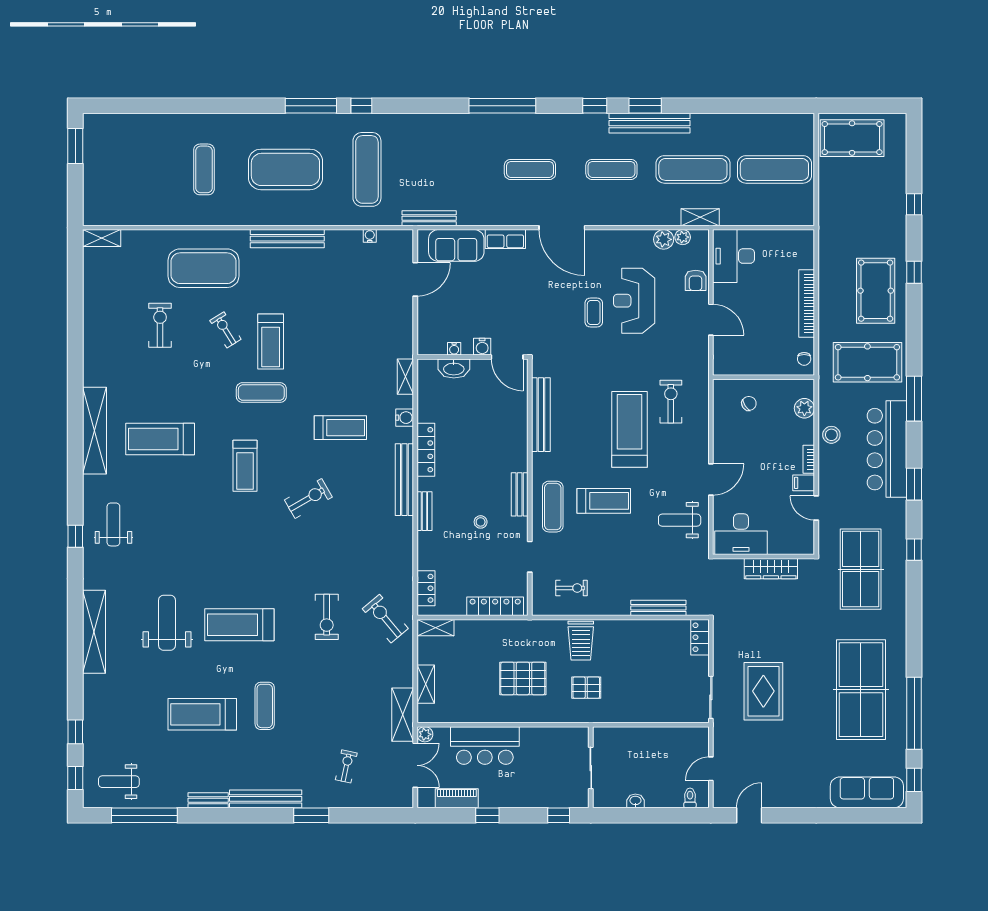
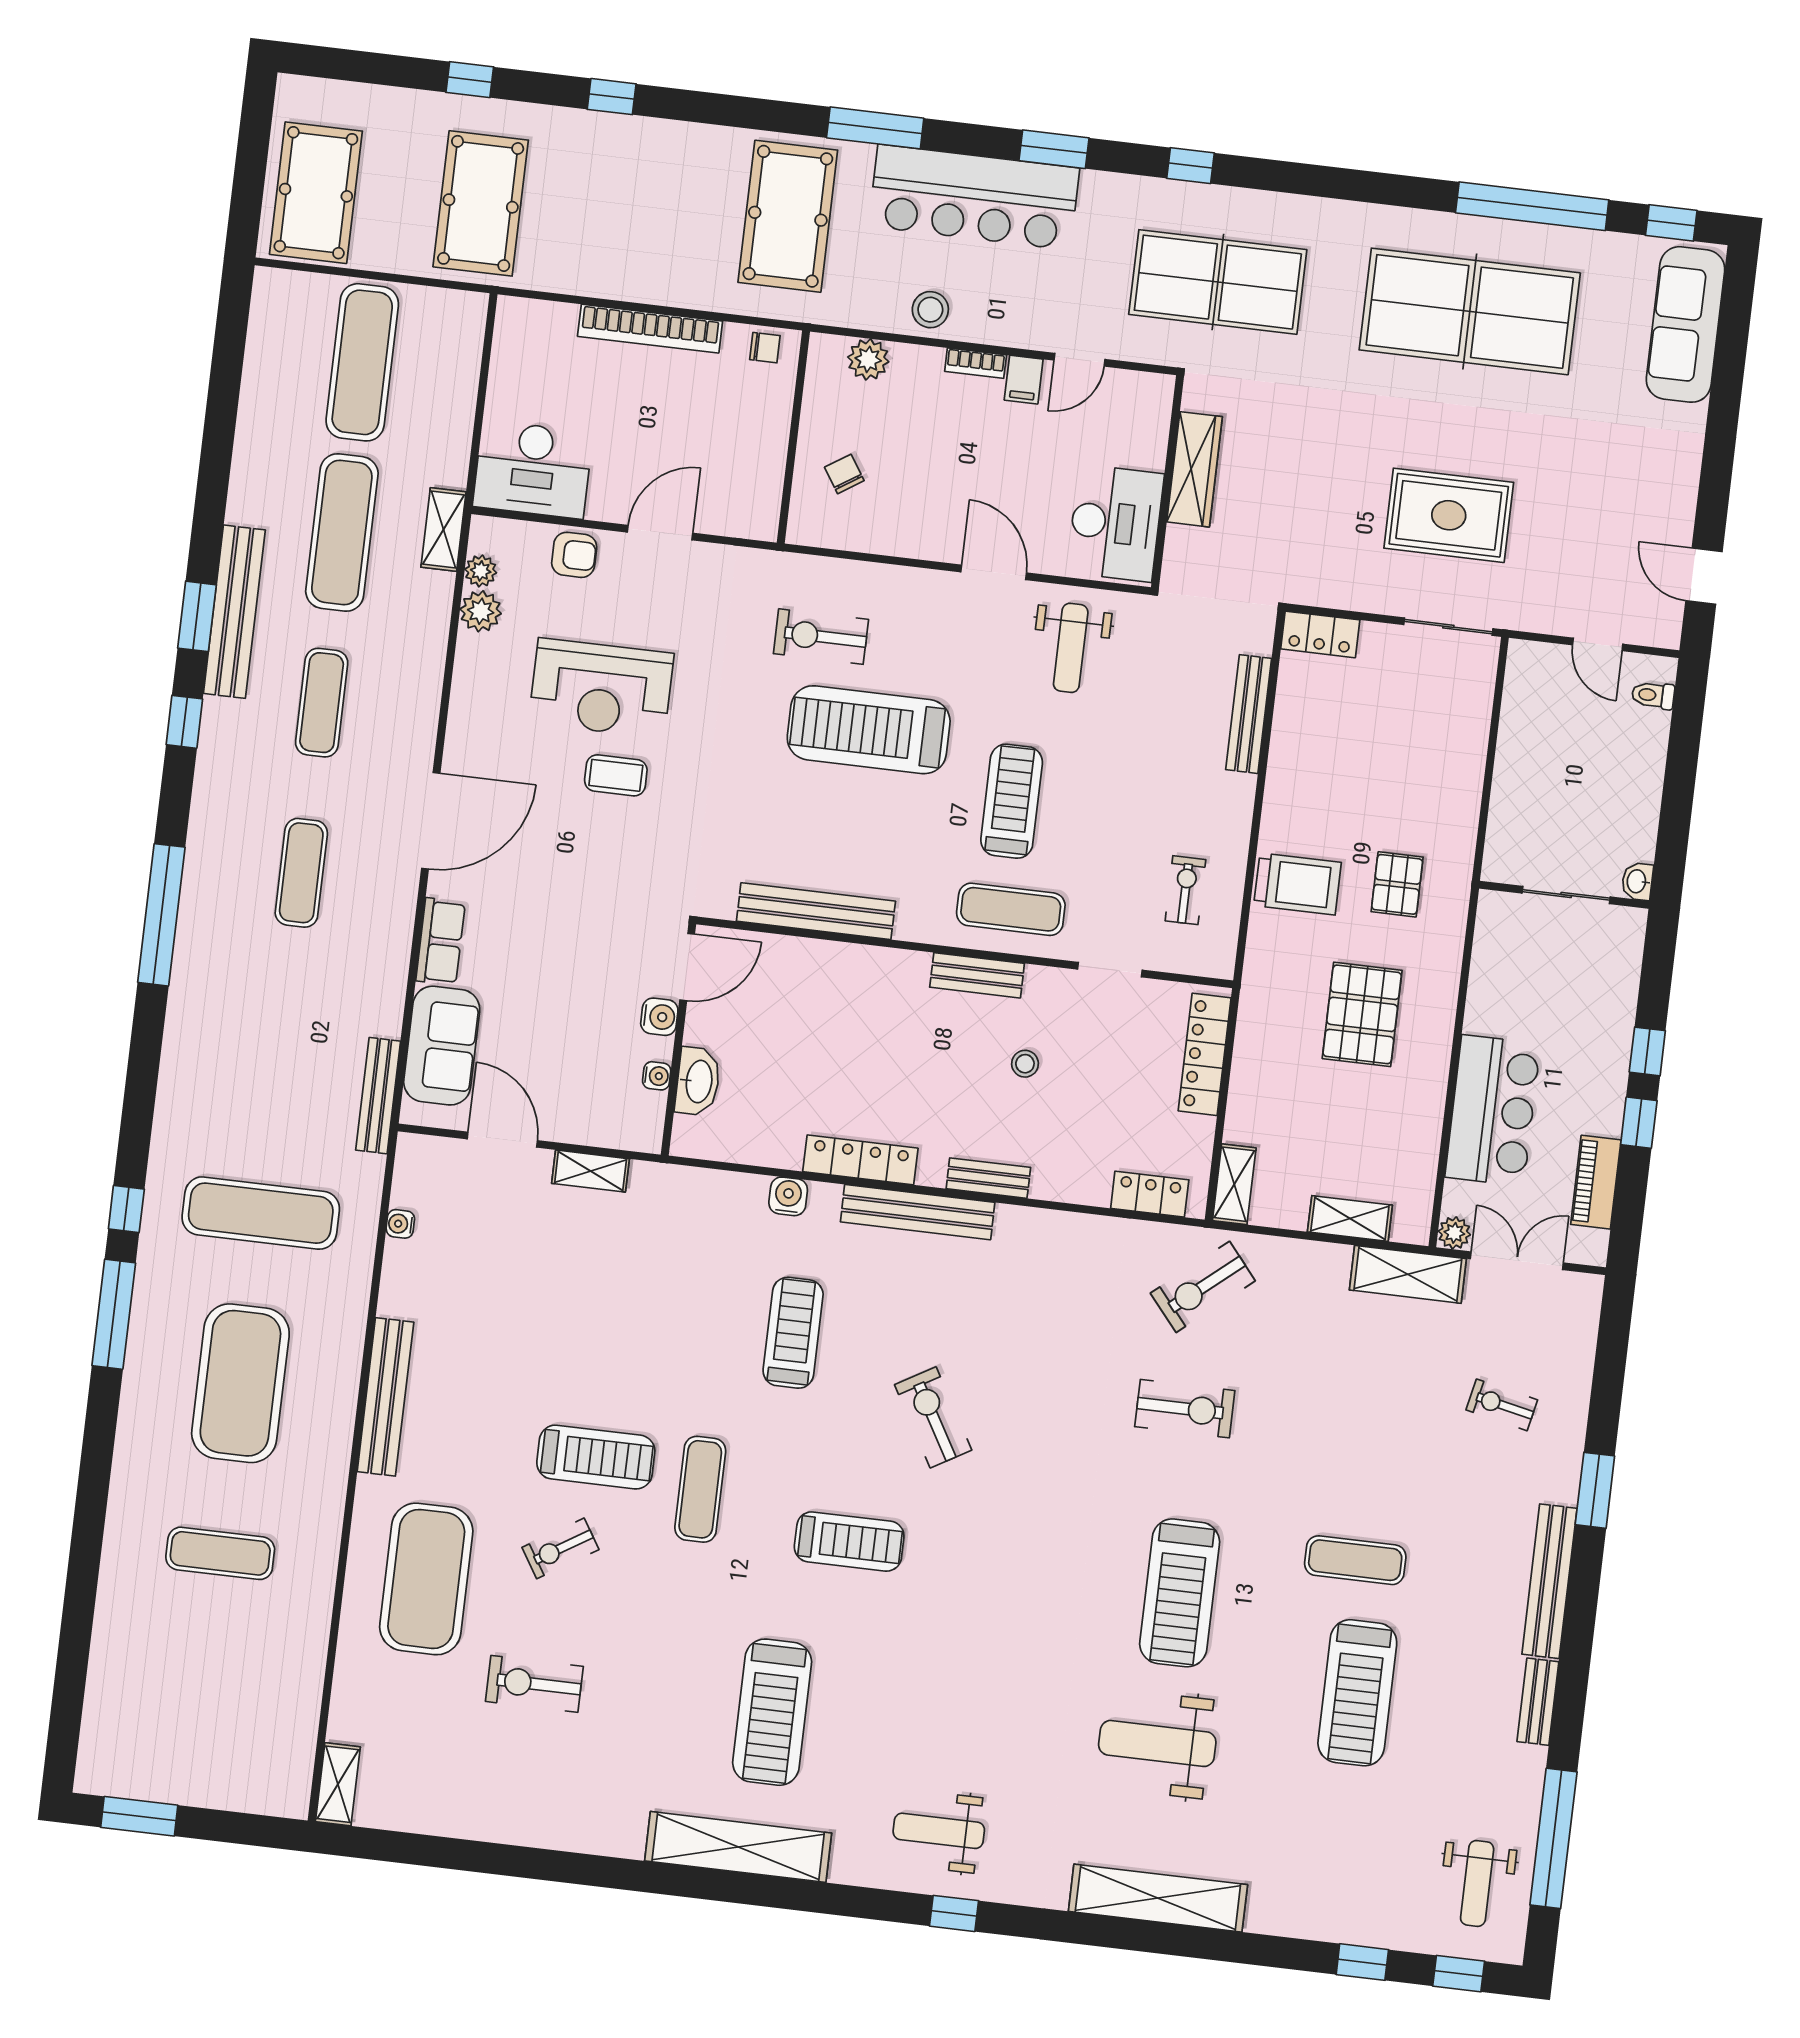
pool table: (876, 291) -> (481, 203), moved, turned 90
shelving: (405, 377) -> (591, 1171), moved
washbasin: (635, 801) -> (1637, 881), moved
window: (559, 815) -> (1647, 1051), moved

